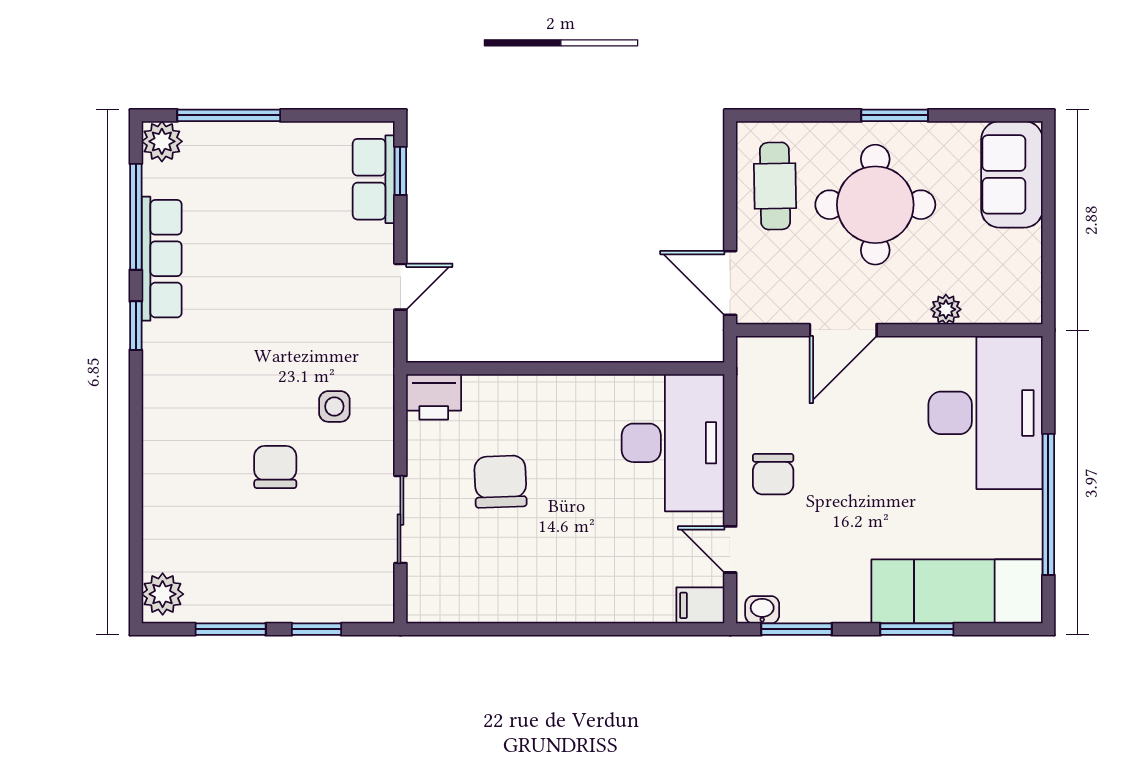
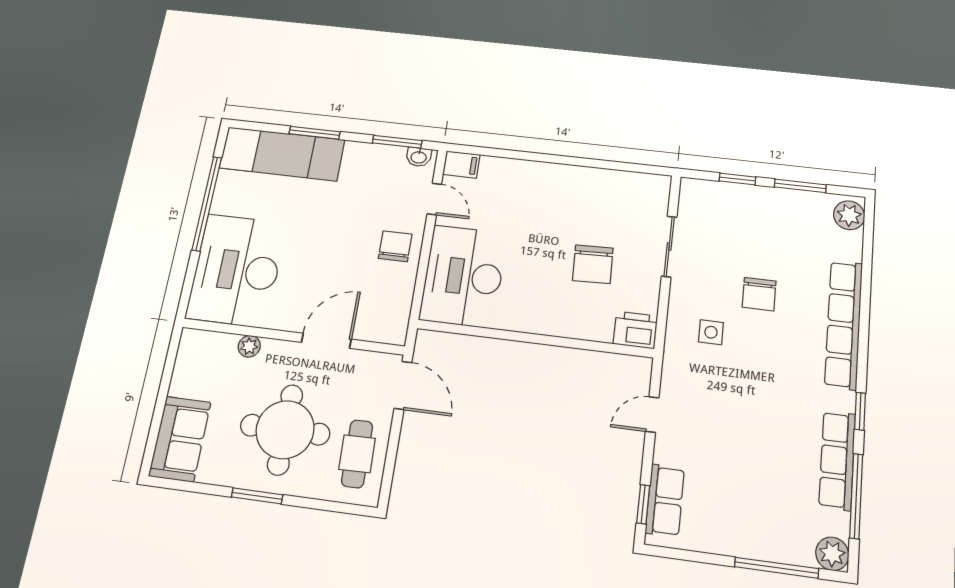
row of seats: (162, 439) -> (844, 324), added

